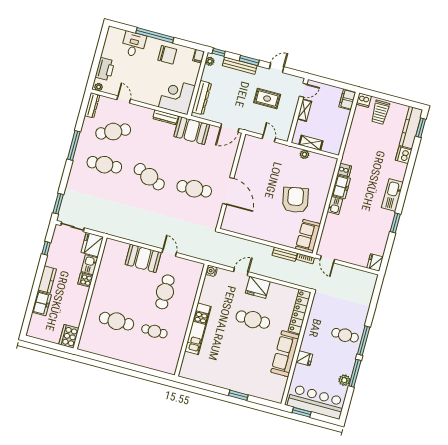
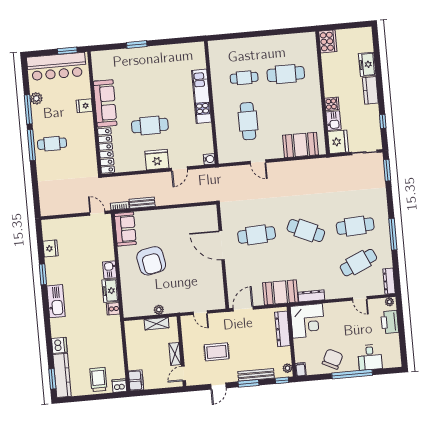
chair: (167, 55) -> (333, 359), turned 116
booth: (143, 258) -> (301, 145), moved
fridge: (375, 262) -> (51, 248), moved

